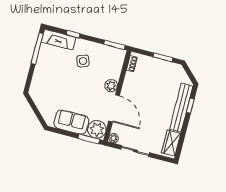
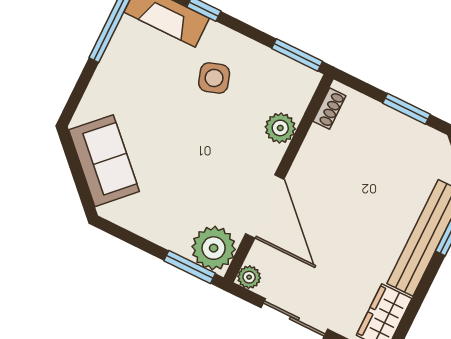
plant: (111, 86) -> (280, 128), moved
sofa: (71, 122) -> (104, 161), moved, turned 45

